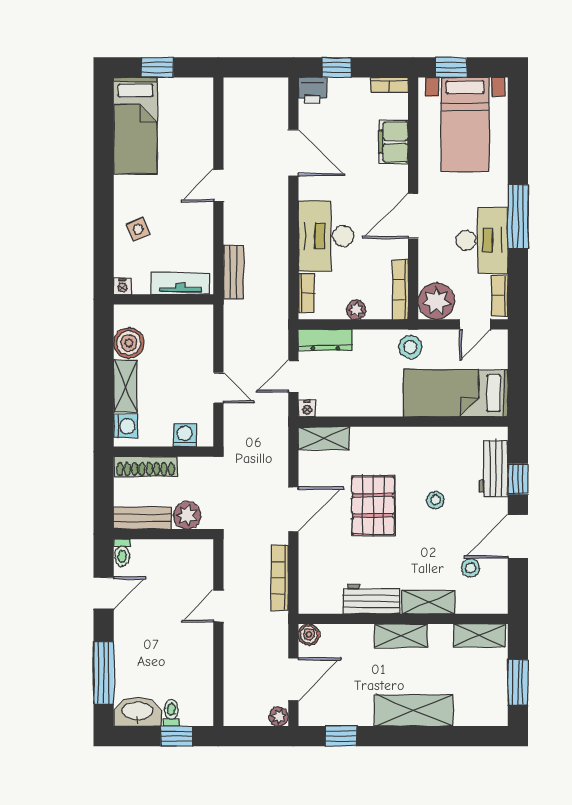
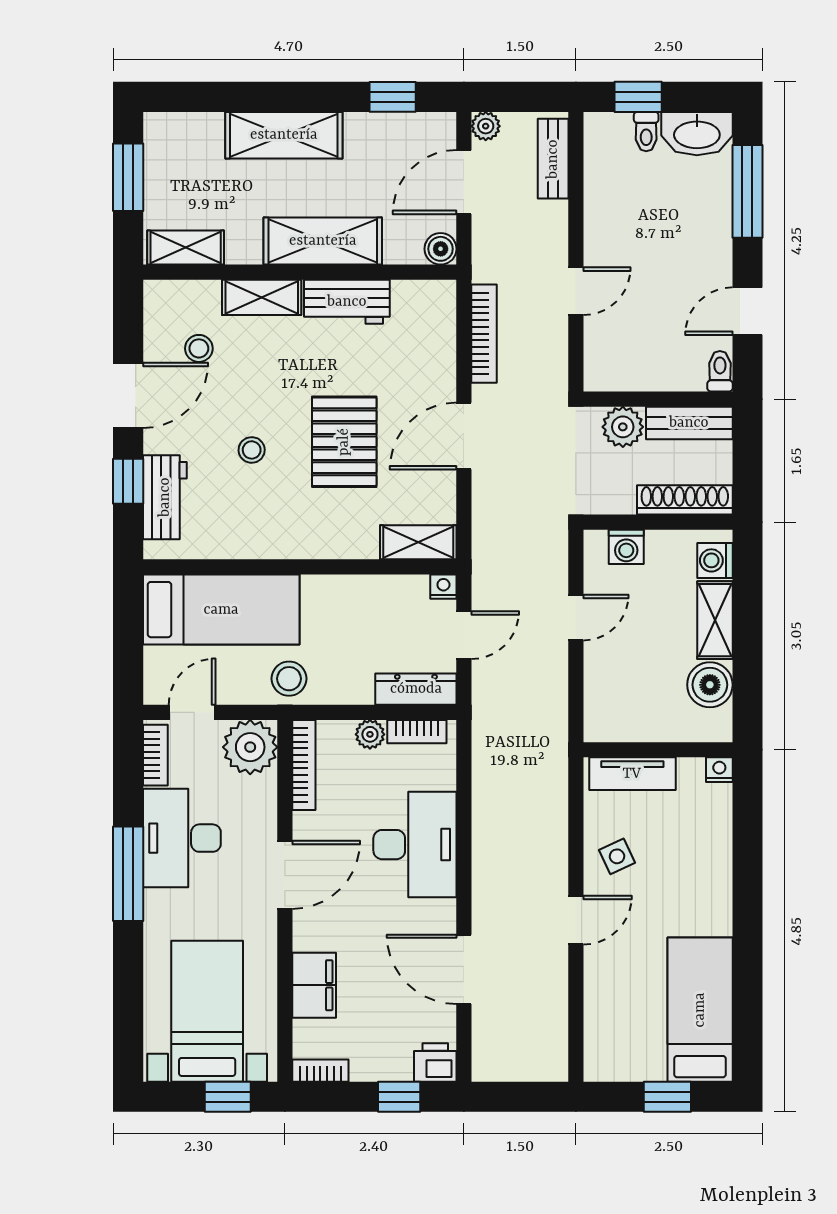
side table: (138, 229) -> (617, 856), moved
bench: (234, 272) -> (553, 159), moved
bookcase: (306, 293) -> (417, 732), moved, turned -90
door: (218, 388) -> (576, 618), swing flipped
shelving: (401, 636) -> (323, 241), width x1.50, depth x1.33

